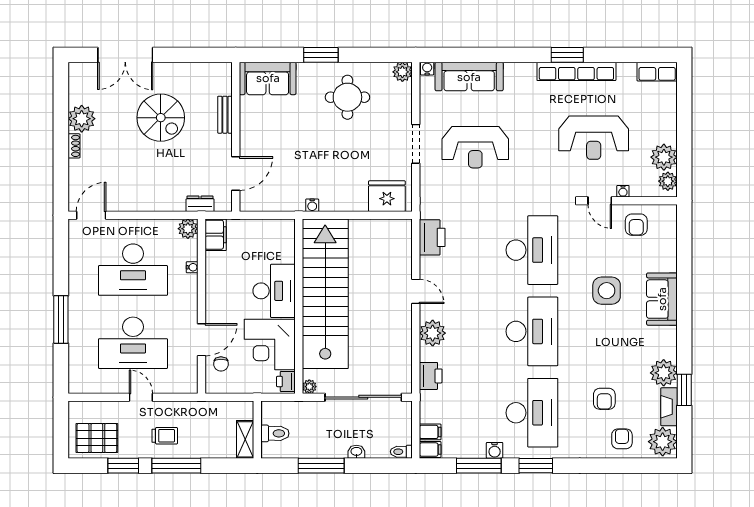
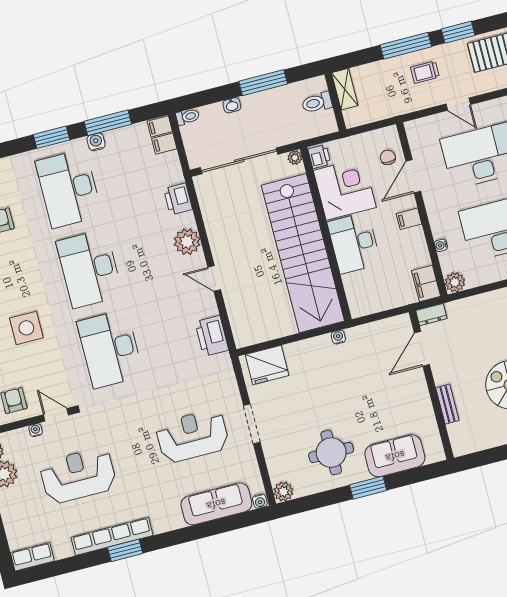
sofa: (268, 78) -> (395, 456), moved
dresser: (200, 204) -> (431, 315), moved
filing cabinet: (216, 300) -> (409, 219), added

